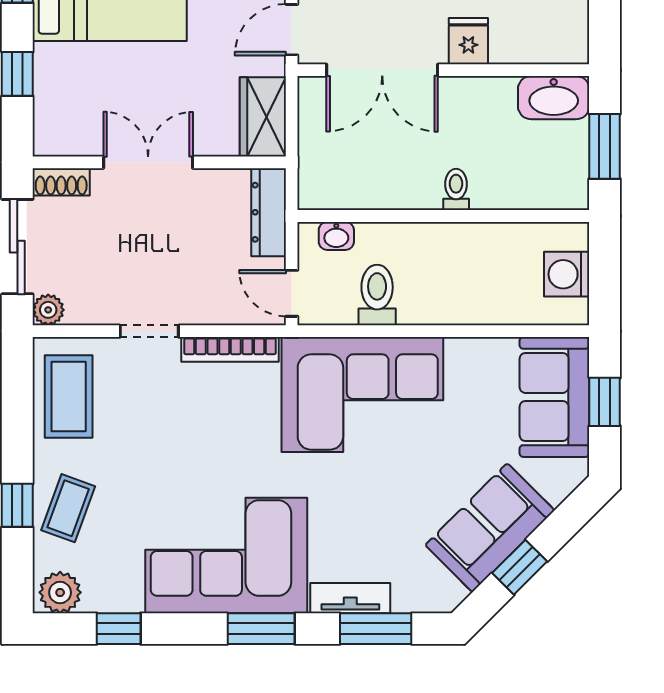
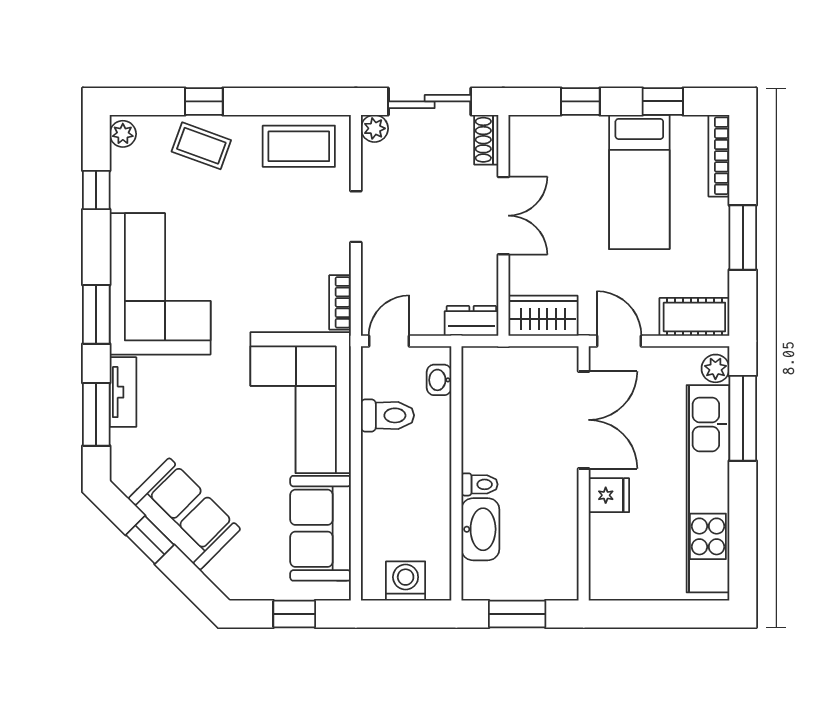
double door: (382, 70) -> (584, 420), swing flipped
washbasin: (554, 98) -> (480, 529), moved, turned 180
dresser: (269, 212) -> (471, 321), width x0.70
bookcase: (230, 349) -> (340, 302), width x0.64
sofa: (554, 397) -> (321, 528), moved, turned -90
plant: (60, 592) -> (123, 134), width x0.73, depth x0.73

